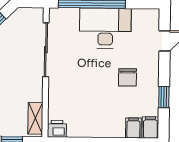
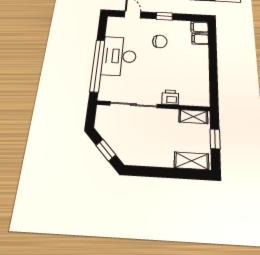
window: (164, 97) -> (164, 16), moved
printer: (57, 129) -> (170, 97), moved, turned 90

